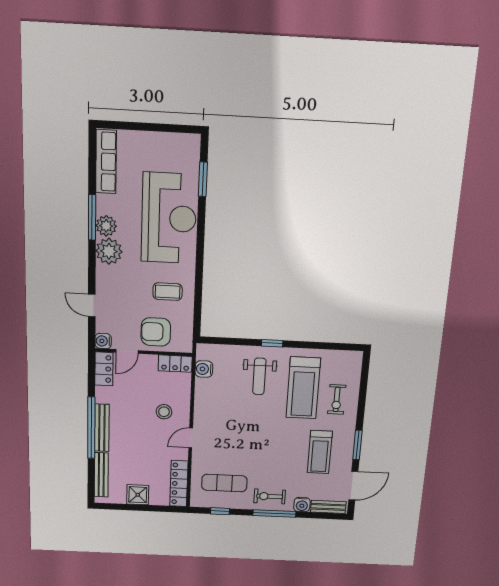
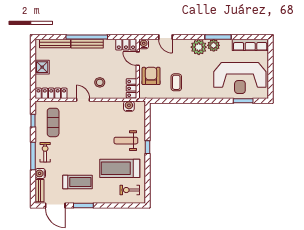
reception desk: (169, 218) -> (240, 78), moved
door: (92, 305) -> (165, 37), swing flipped
exercise bike: (337, 399) -> (130, 190), moved
treadmill: (320, 452) -> (78, 182), turned 180

